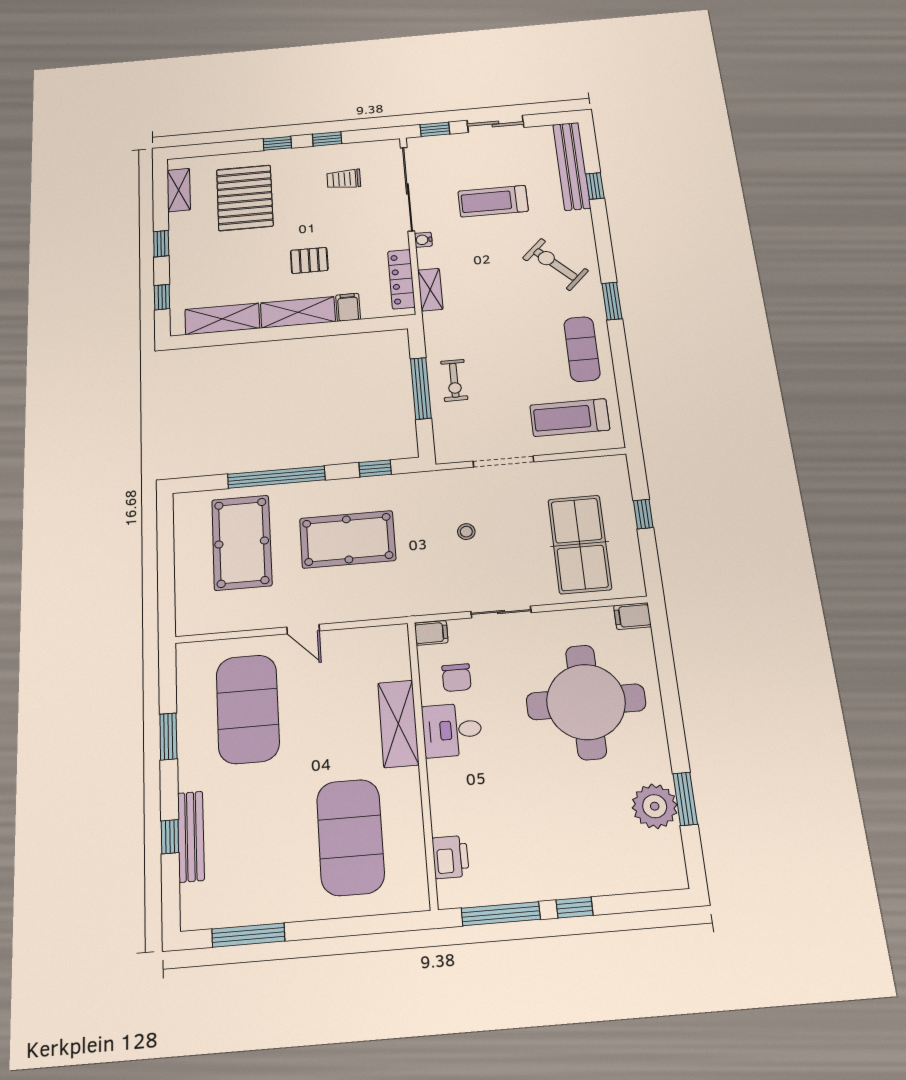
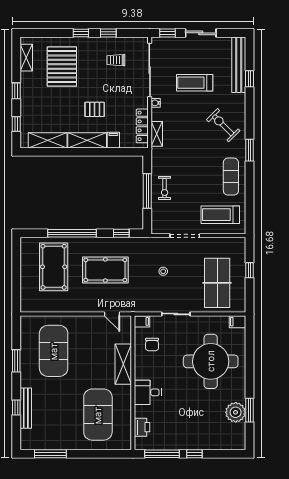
door: (303, 629) -> (112, 314), moved
desk: (452, 730) -> (148, 392), moved

